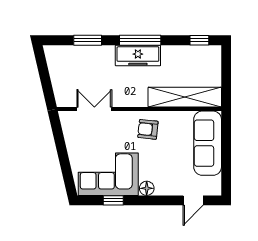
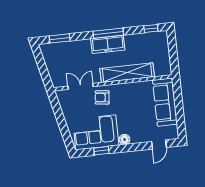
window: (88, 40) -> (60, 38), moved
shelving: (185, 97) -> (127, 73), moved
armchair: (148, 129) -> (102, 97), moved

